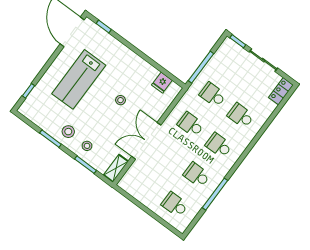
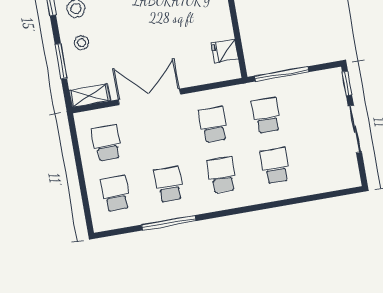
locker: (281, 91) -> (342, 180), removed
stool: (120, 100) -> (163, 28), removed
school desk: (147, 184) -> (107, 143), added

